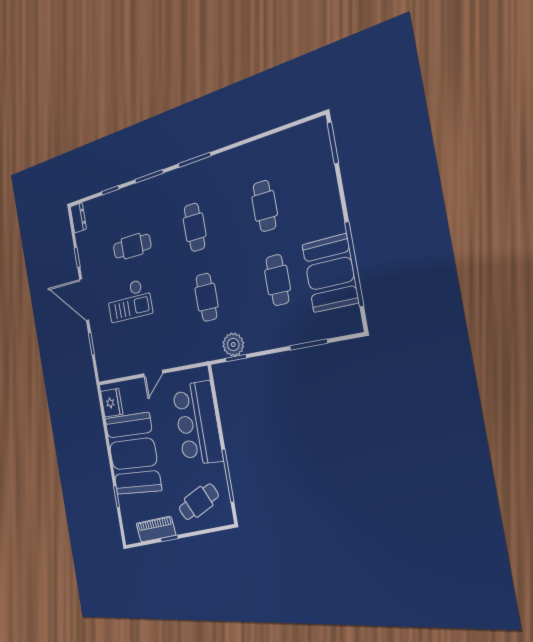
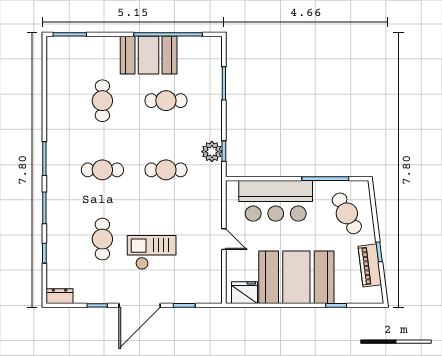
cafe table: (265, 206) -> (102, 101), turned 90
booth: (330, 273) -> (149, 55), moved
checkout: (129, 301) -> (152, 252), turned -90

